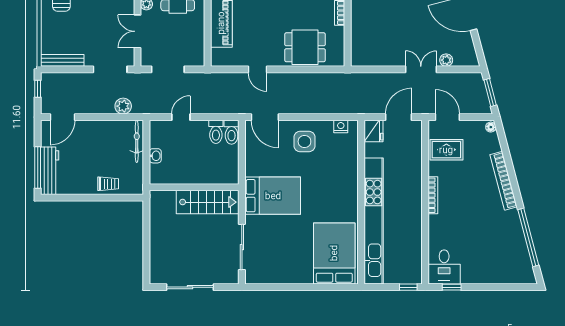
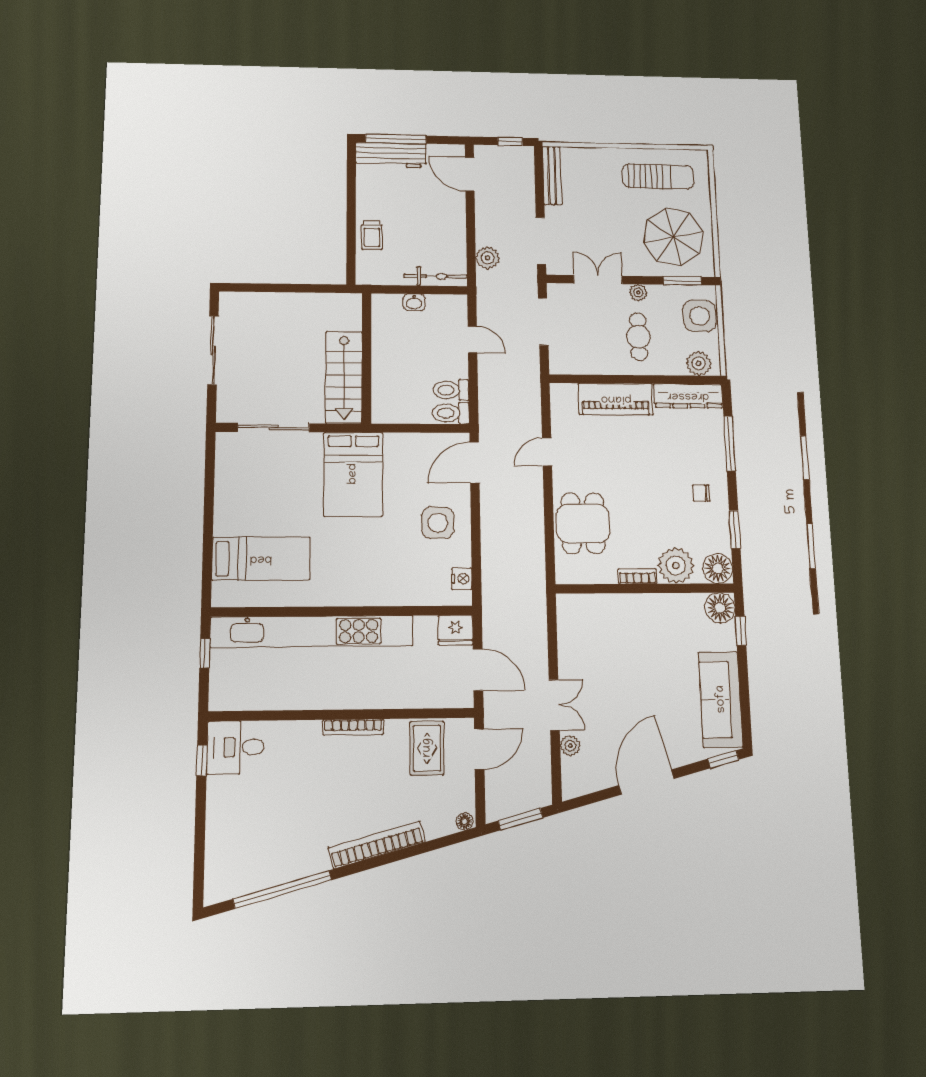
bed: (334, 253) -> (261, 559), width x0.67
window: (408, 287) -> (205, 653), moved

